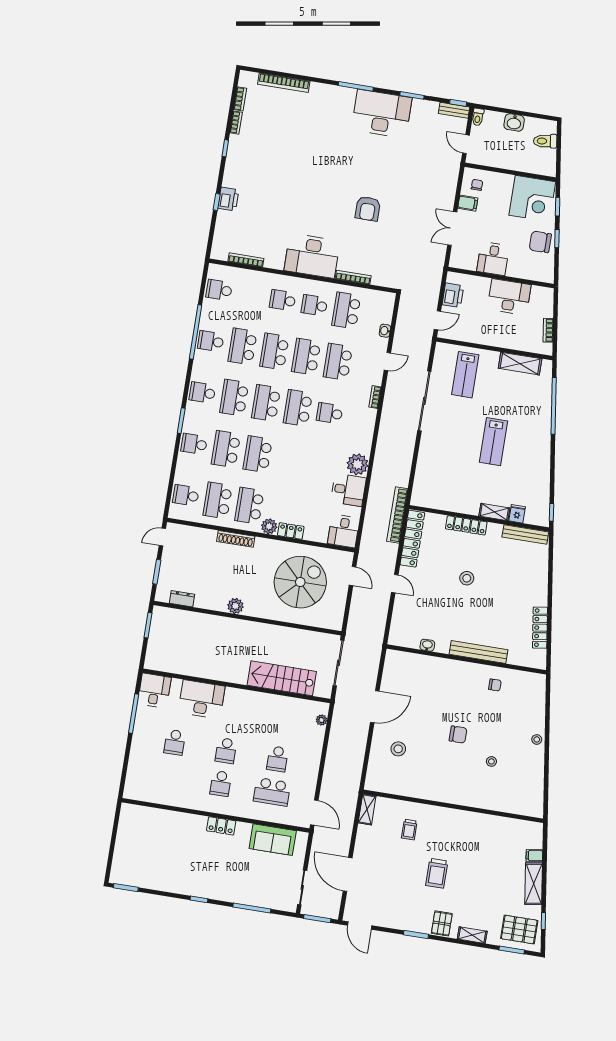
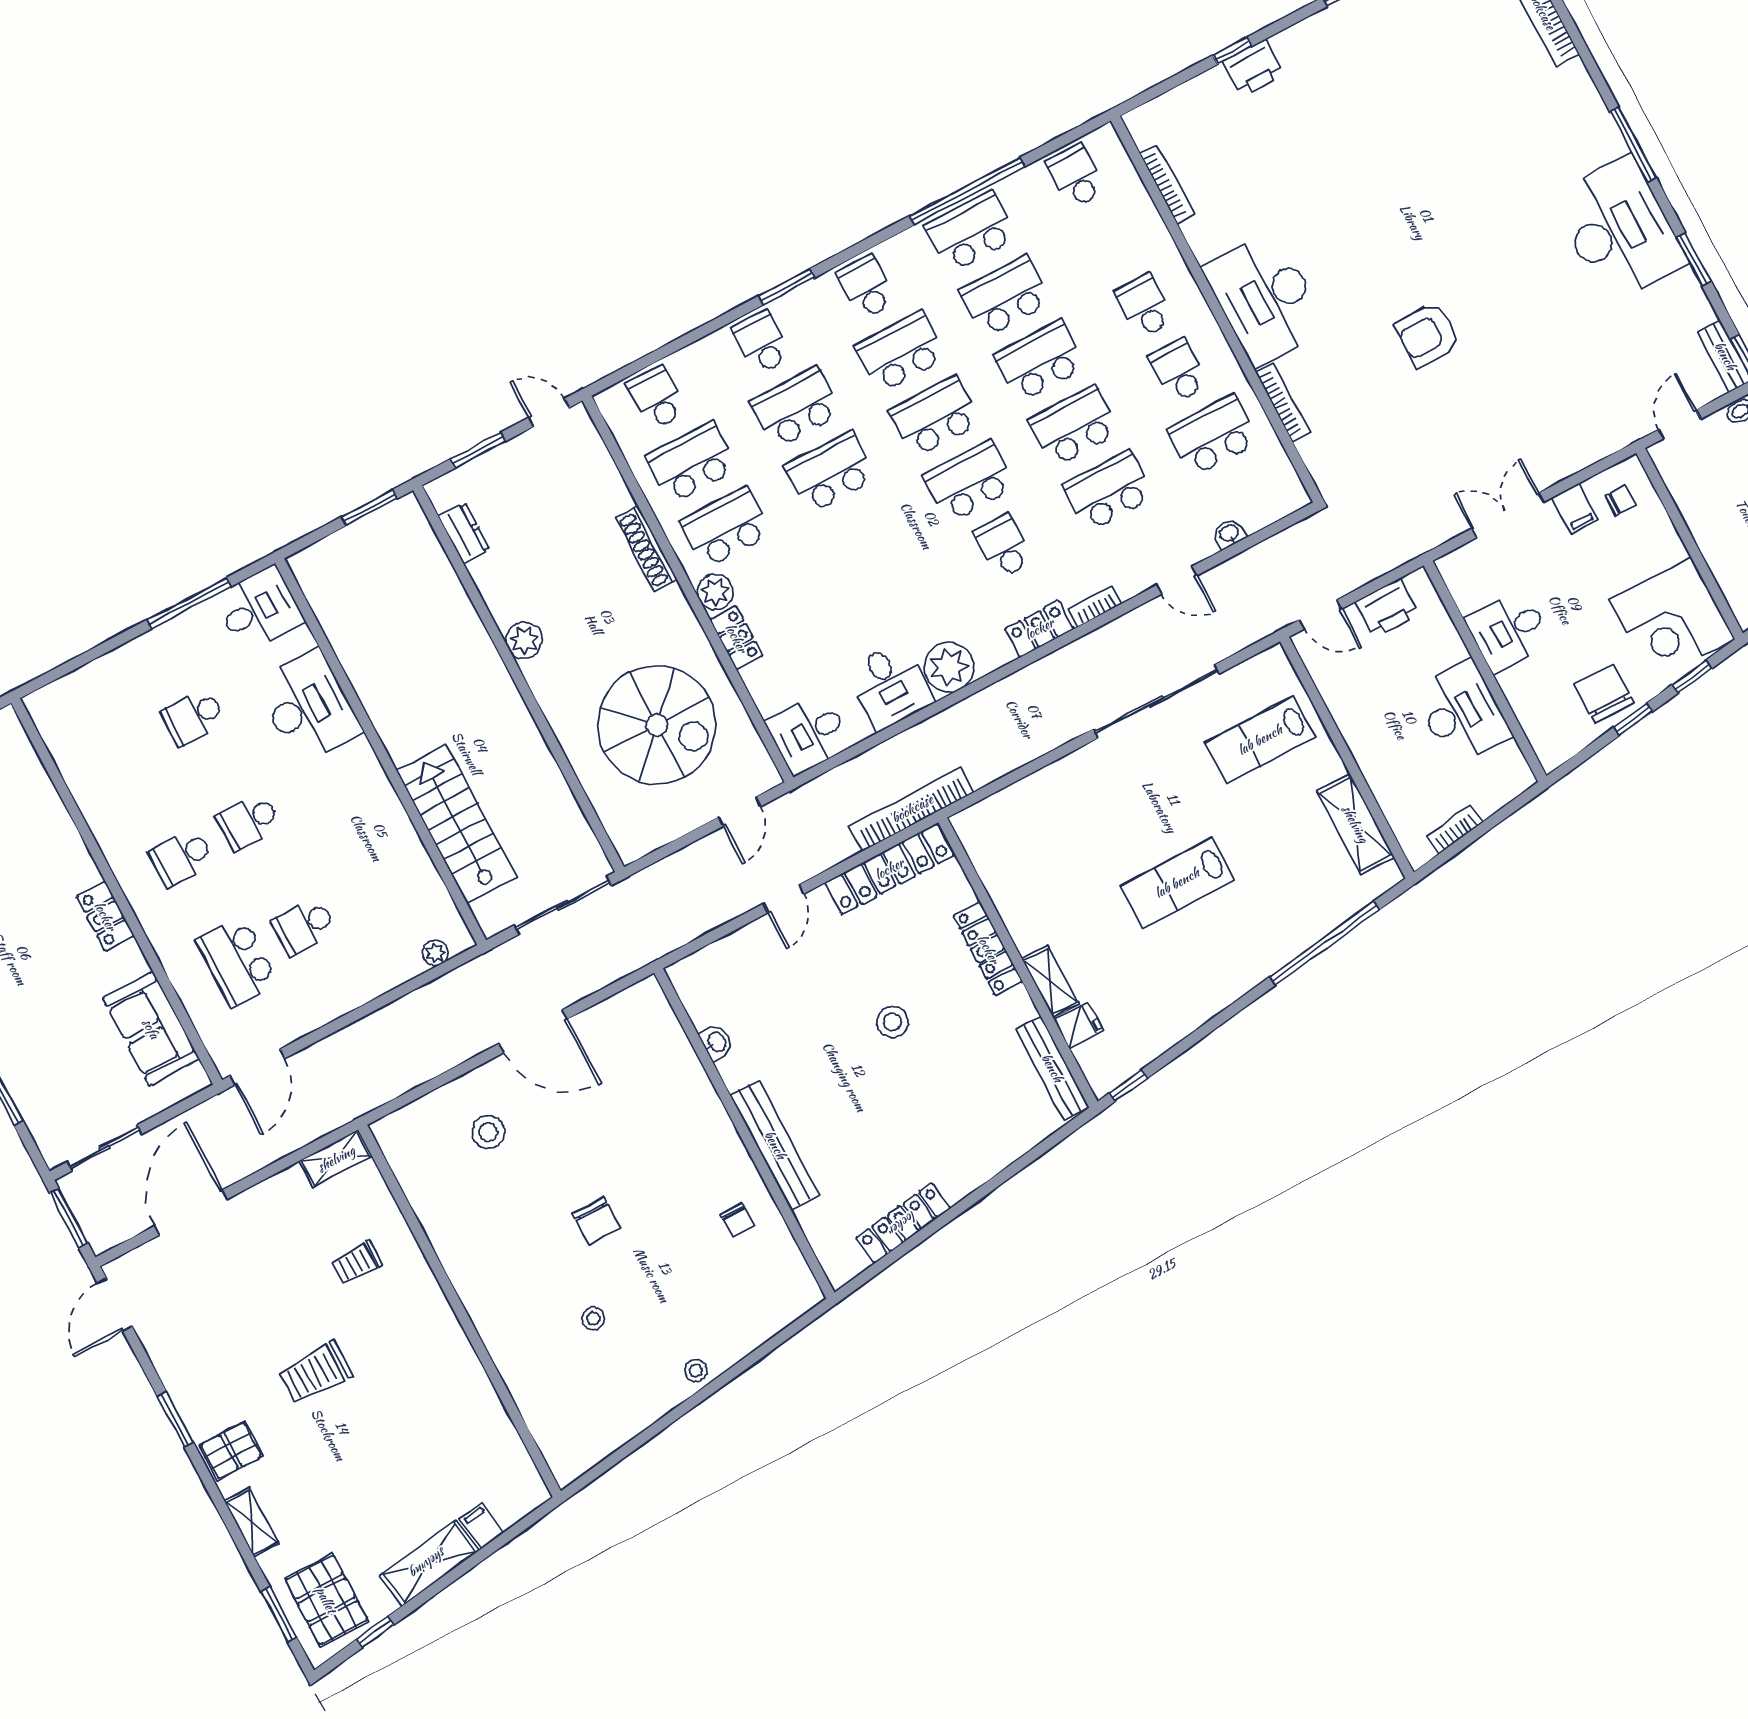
school desk: (211, 341) -> (971, 232), width x1.85
locker: (368, 423) -> (1039, 629), added

